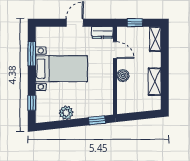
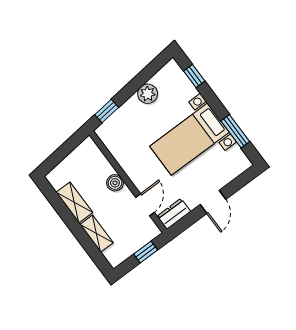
shelving: (155, 39) -> (97, 234), moved
door: (115, 50) -> (145, 205), swing flipped

